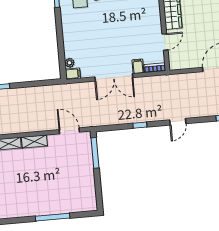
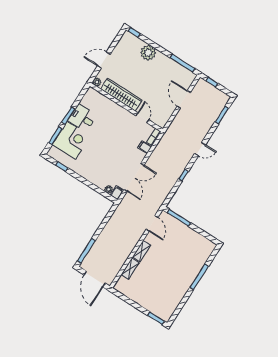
double door: (114, 77) -> (134, 177), moved
door: (178, 122) -> (200, 149), hinge flipped
door: (69, 131) -> (152, 223), swing flipped

